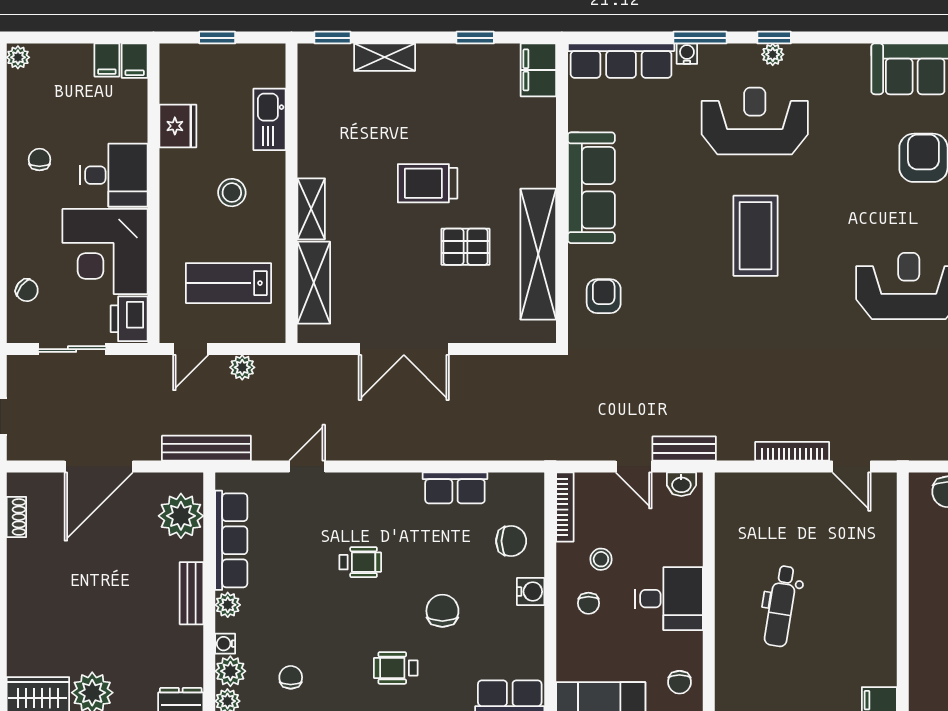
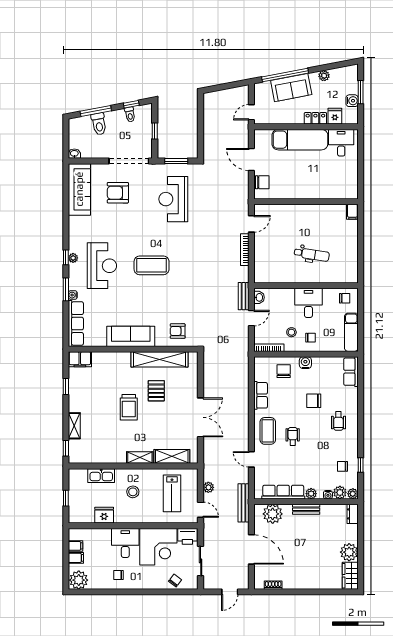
plant: (18, 57) -> (79, 580), width x1.88, depth x1.88
filing cabinet: (135, 61) -> (76, 558), moved
reception desk: (755, 121) -> (102, 266), turned 180
coffee table: (373, 504) -> (268, 431), added

